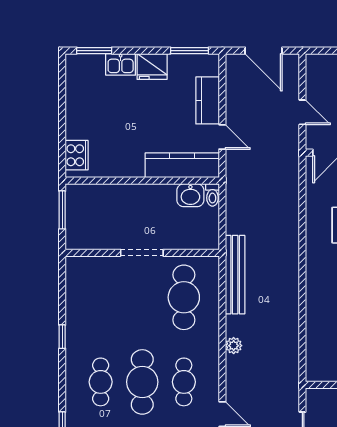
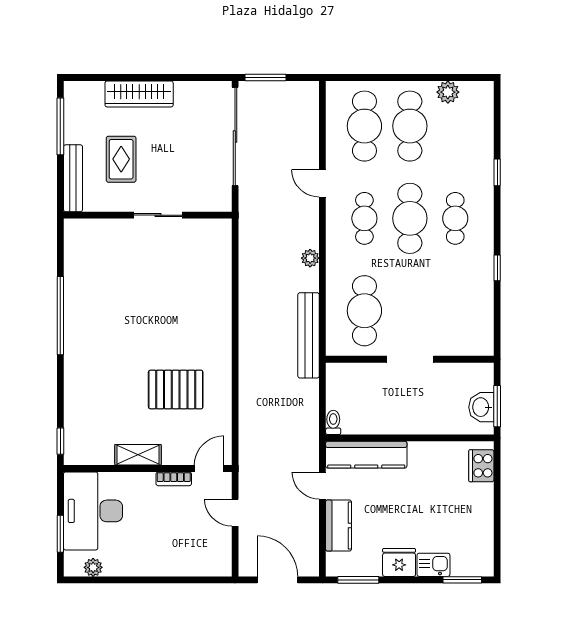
washbasin: (190, 195) -> (481, 407), moved, turned -90

